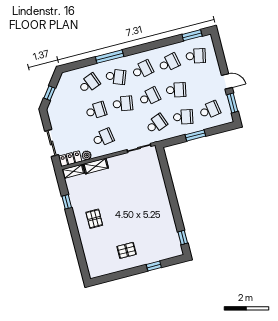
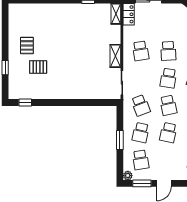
plant: (87, 155) -> (128, 176), moved
shelving: (96, 166) -> (115, 56), moved
pallet: (94, 219) -> (38, 67), moved

